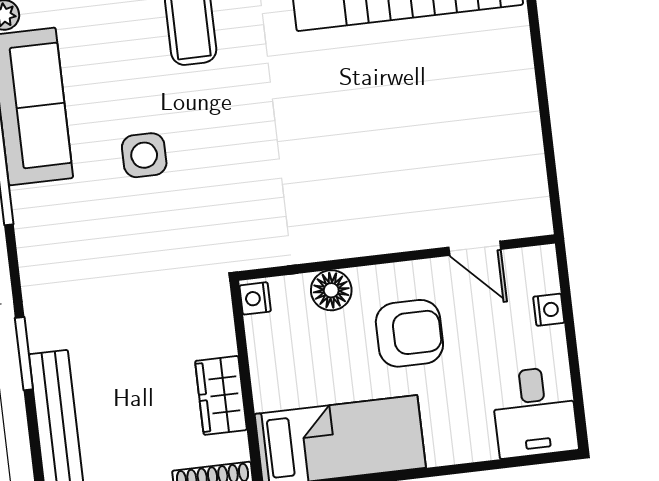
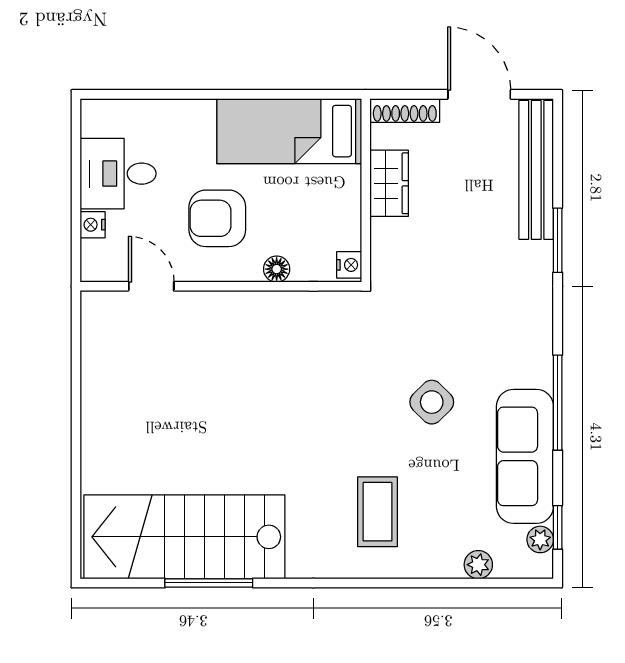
side table: (144, 155) -> (432, 402), turned 45
floor lamp: (331, 290) -> (277, 269), width x0.73, depth x0.73
desk: (535, 412) -> (118, 174), moved, turned -90

